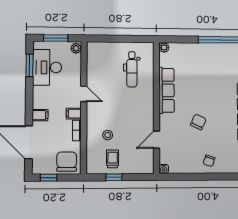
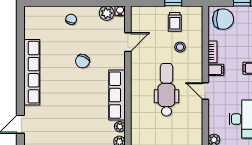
plant: (164, 61) -> (120, 127), added
dental chair: (132, 69) -> (166, 90), moved, width x1.36, depth x1.38
chair: (67, 162) -> (223, 19), turned -90
plant: (176, 167) -> (107, 13), added

